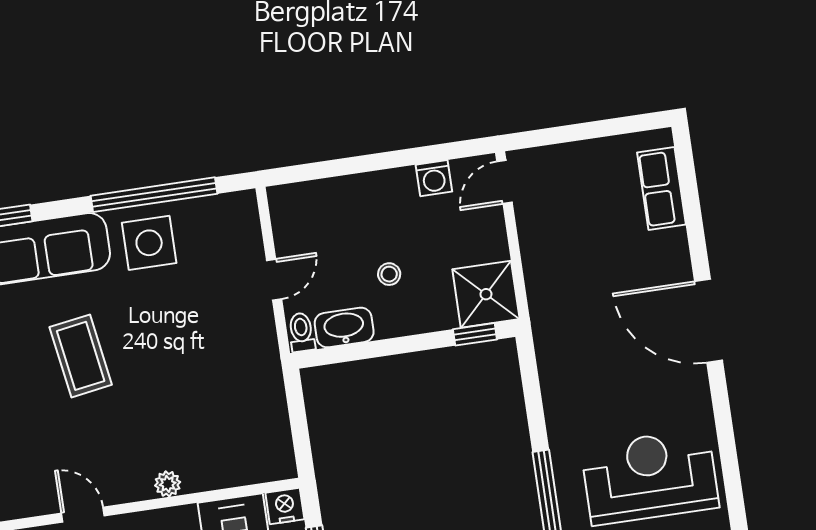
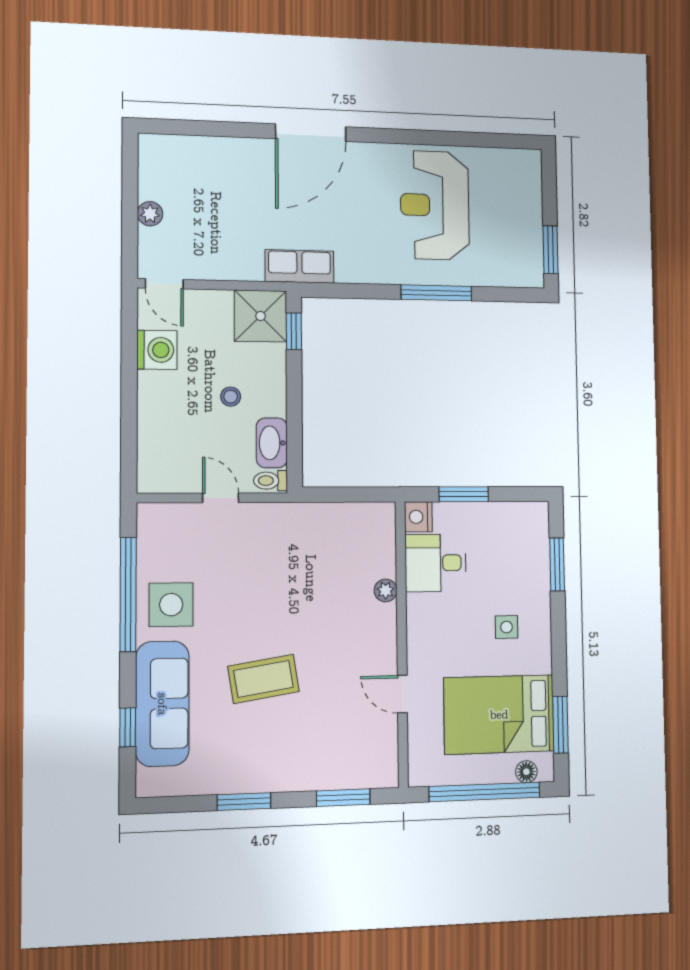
plant: (581, 154) -> (150, 214), added
washing machine: (434, 178) -> (157, 350), width x1.38, depth x1.38
row of seats: (661, 188) -> (299, 266), moved, turned 180
plant: (168, 484) -> (386, 590), moved
door: (83, 515) -> (402, 694), hinge flipped

